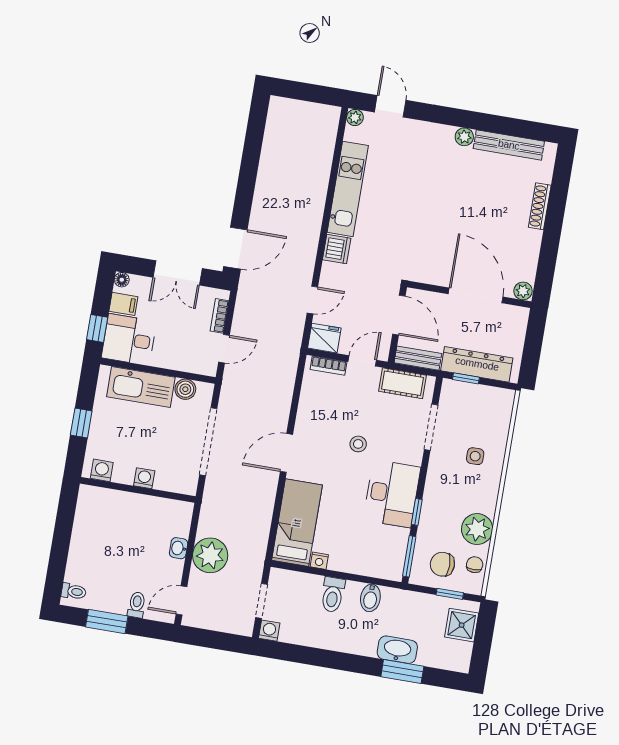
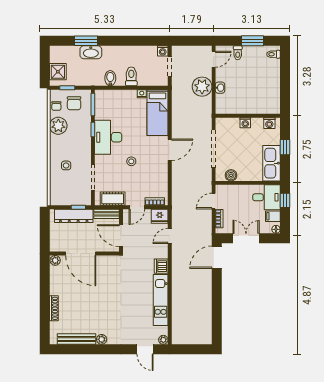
kitchen sink: (141, 387) -> (271, 163), moved, turned -90
chair: (442, 564) -> (74, 103), turned 90

